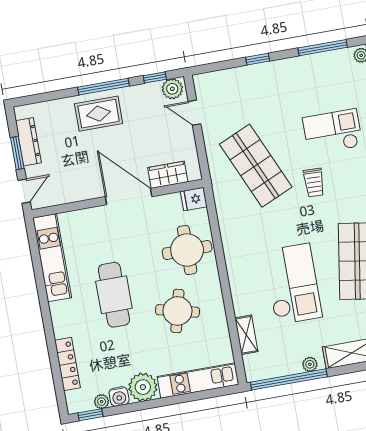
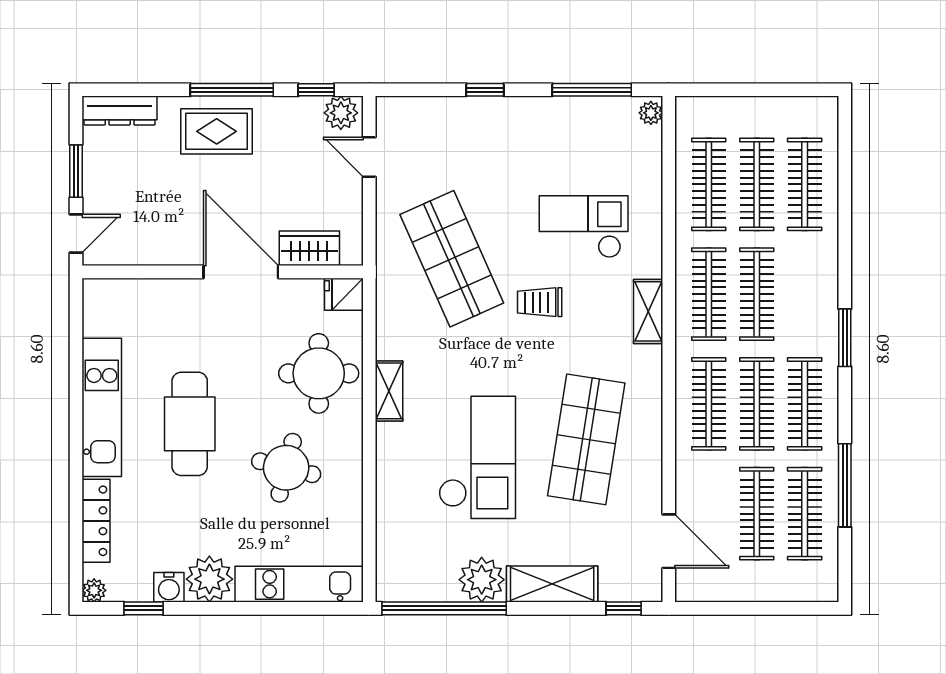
dresser: (28, 142) -> (120, 111), moved, turned 90
trolley: (314, 183) -> (540, 302), turned 88
kitchen unit: (52, 258) -> (102, 407), moved
shelving: (246, 335) -> (389, 391), moved
plant: (310, 364) -> (482, 580), width x1.87, depth x1.87
plant: (102, 402) -> (94, 590), moved
window: (90, 415) -> (144, 608), moved

